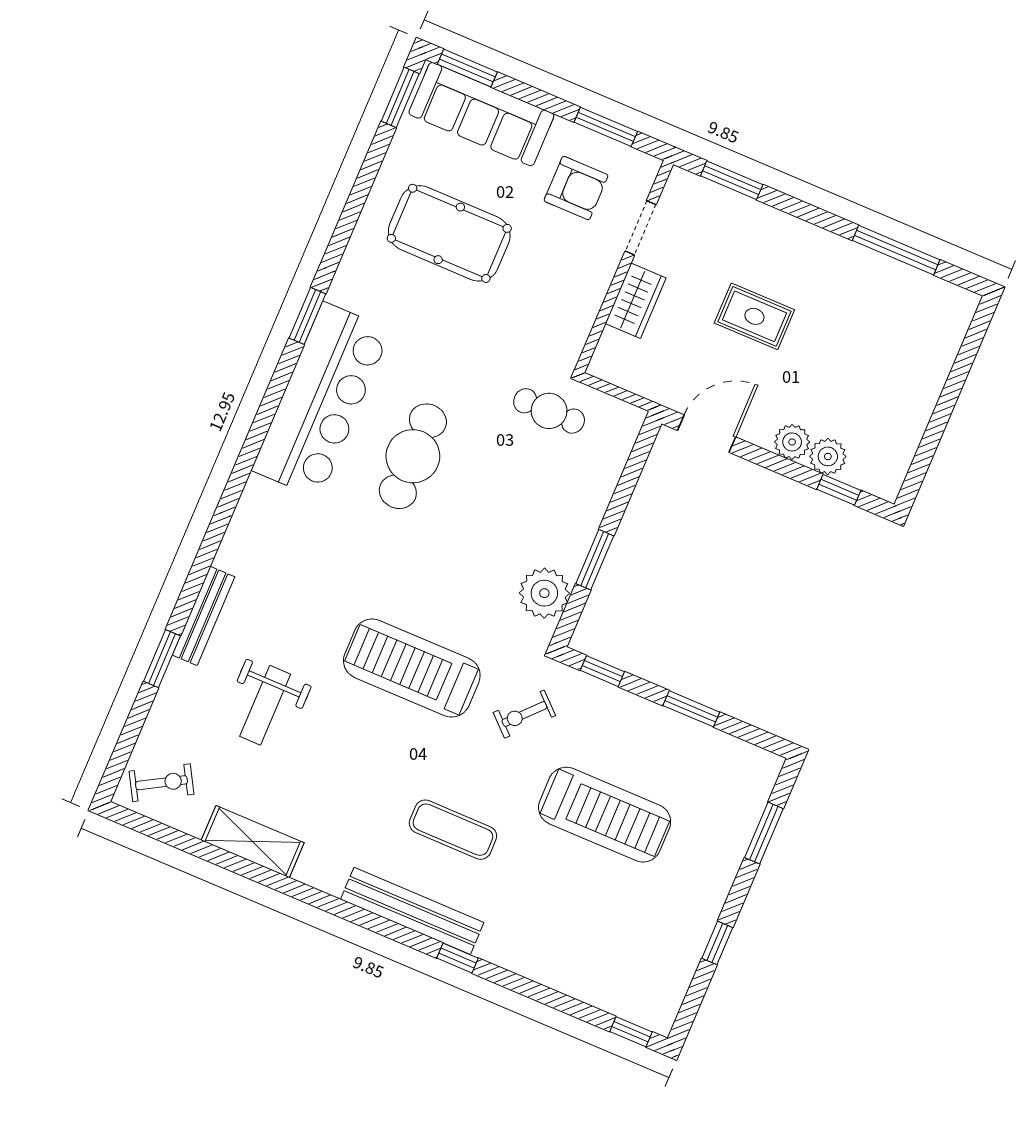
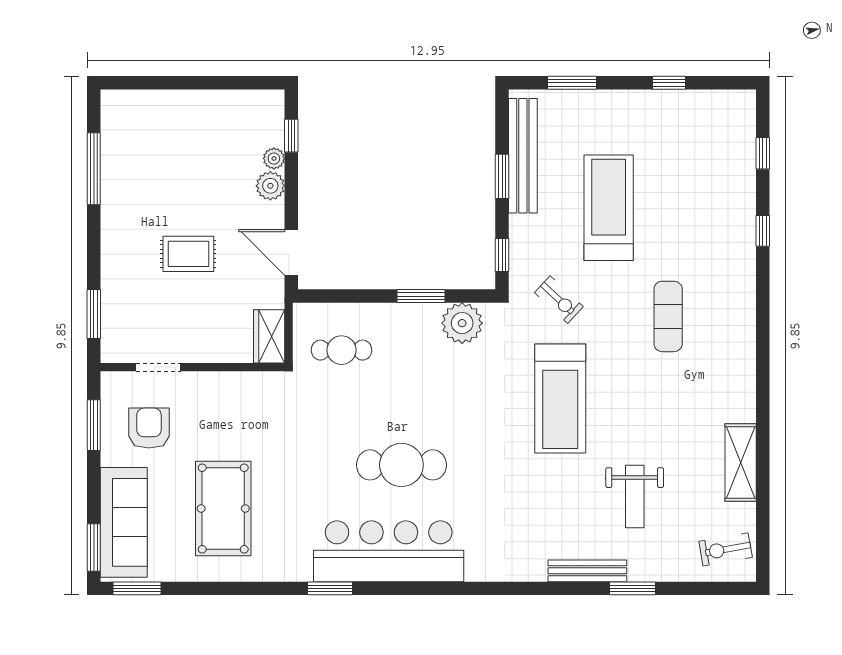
wardrobe: (636, 301) -> (269, 336), moved, turned -90
rug: (754, 316) -> (188, 254), turned 90
cafe table: (549, 411) -> (341, 350), moved, turned 90
plant: (828, 456) -> (274, 158), width x0.73, depth x0.73
weight bench: (265, 705) -> (635, 496), turned 90
exercise bike: (162, 783) -> (726, 549), turned -70
bench: (412, 911) -> (523, 156), moved
window: (458, 958) -> (763, 231), moved
window: (631, 1032) -> (763, 153), moved

